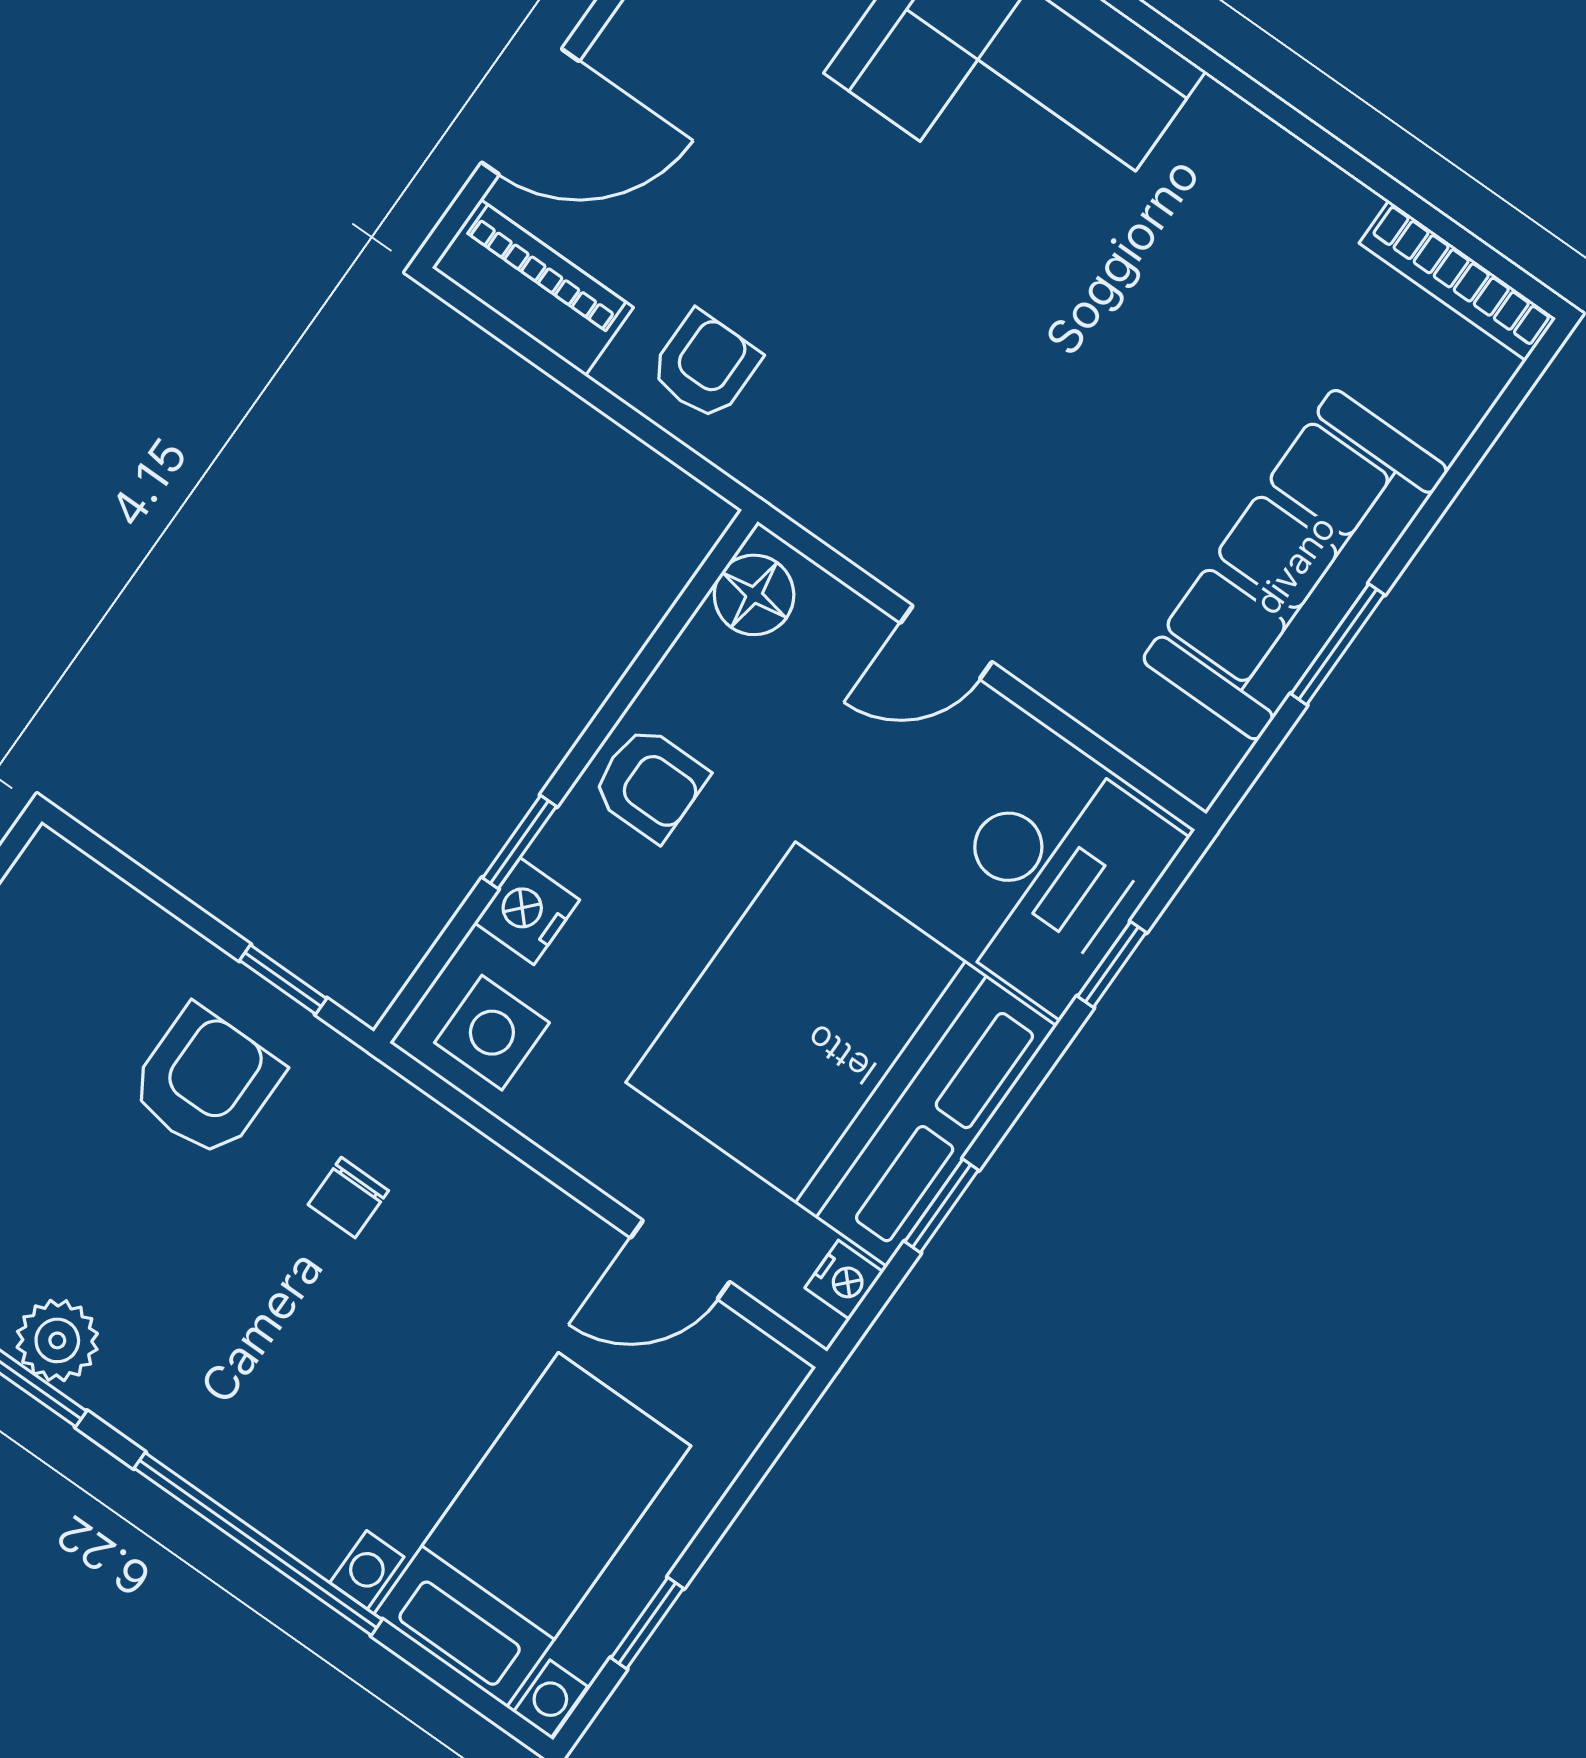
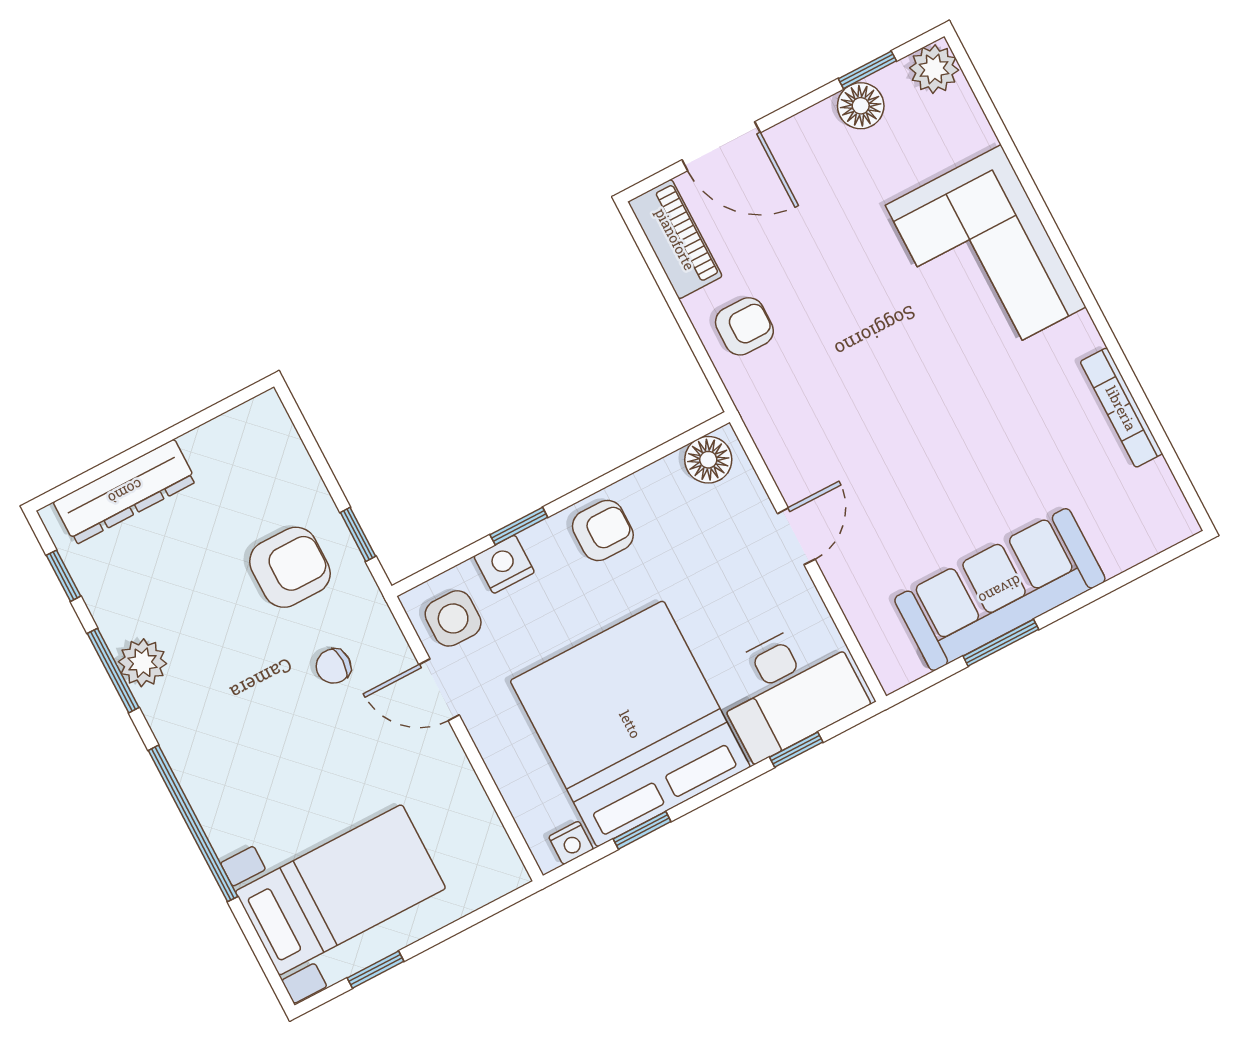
bookcase: (1458, 281) -> (1121, 408), moved
door: (946, 642) -> (796, 536), swing flipped
armchair: (650, 784) -> (603, 530), turned -90
door: (680, 1260) -> (439, 690), moved

